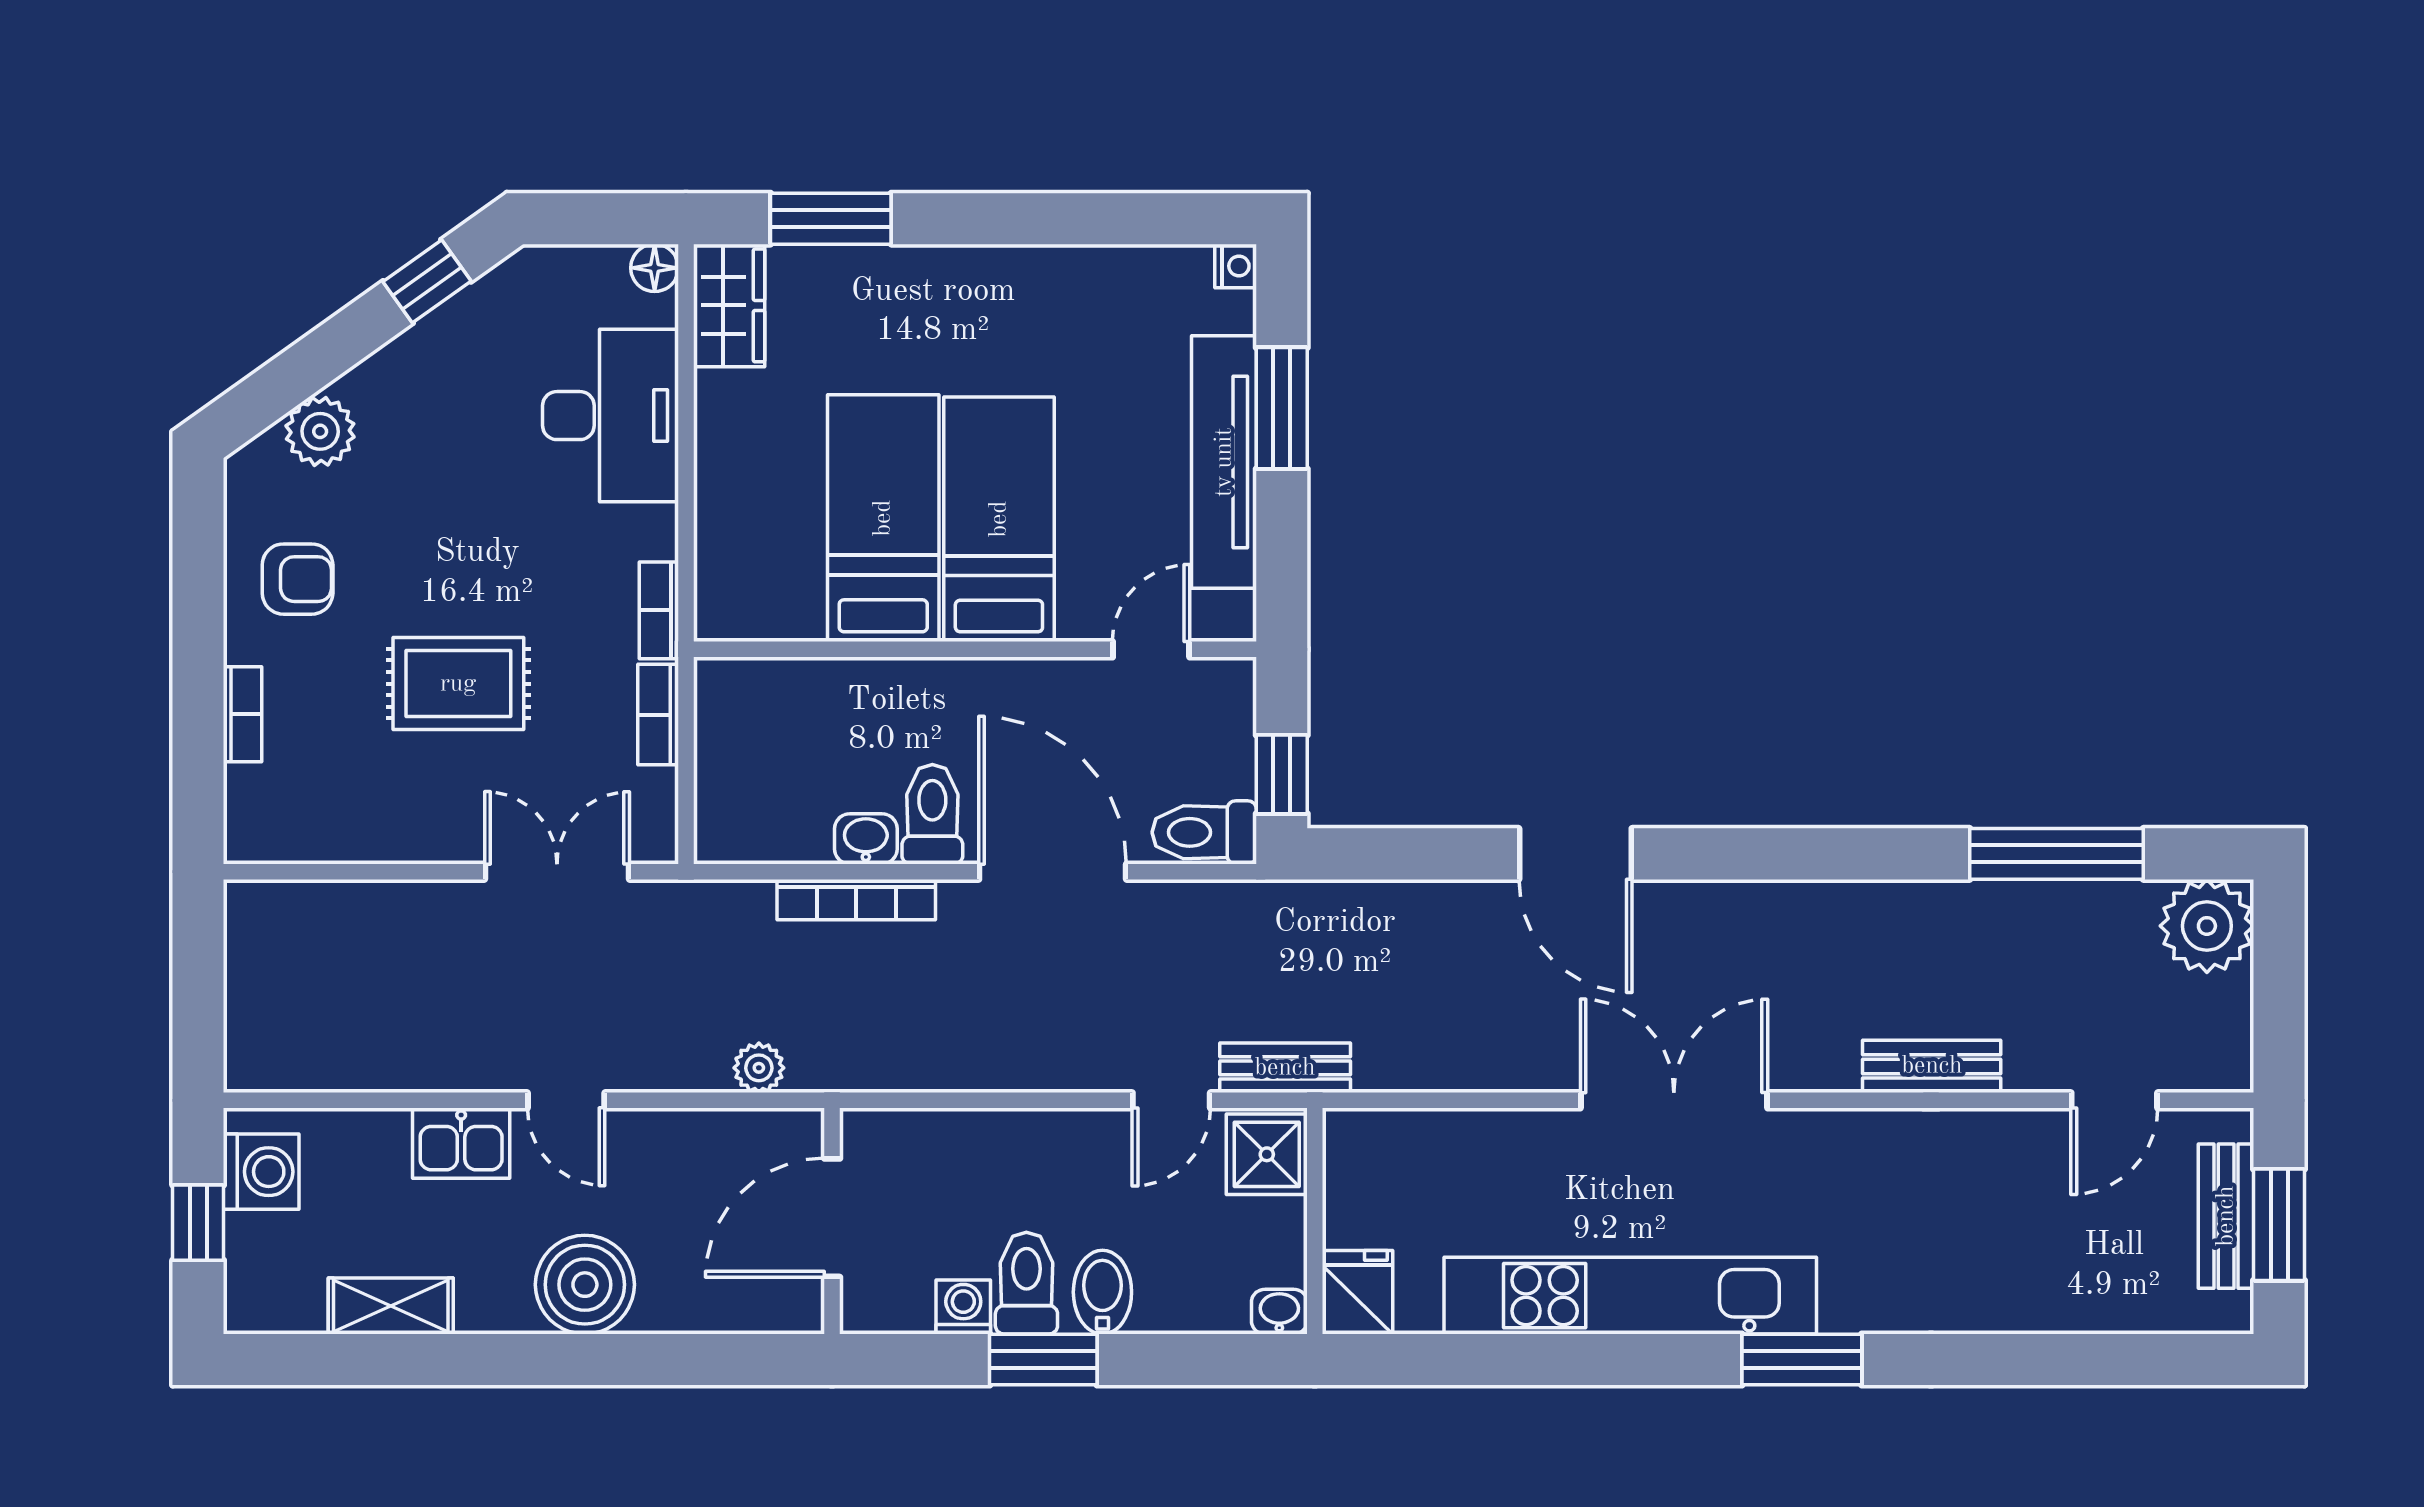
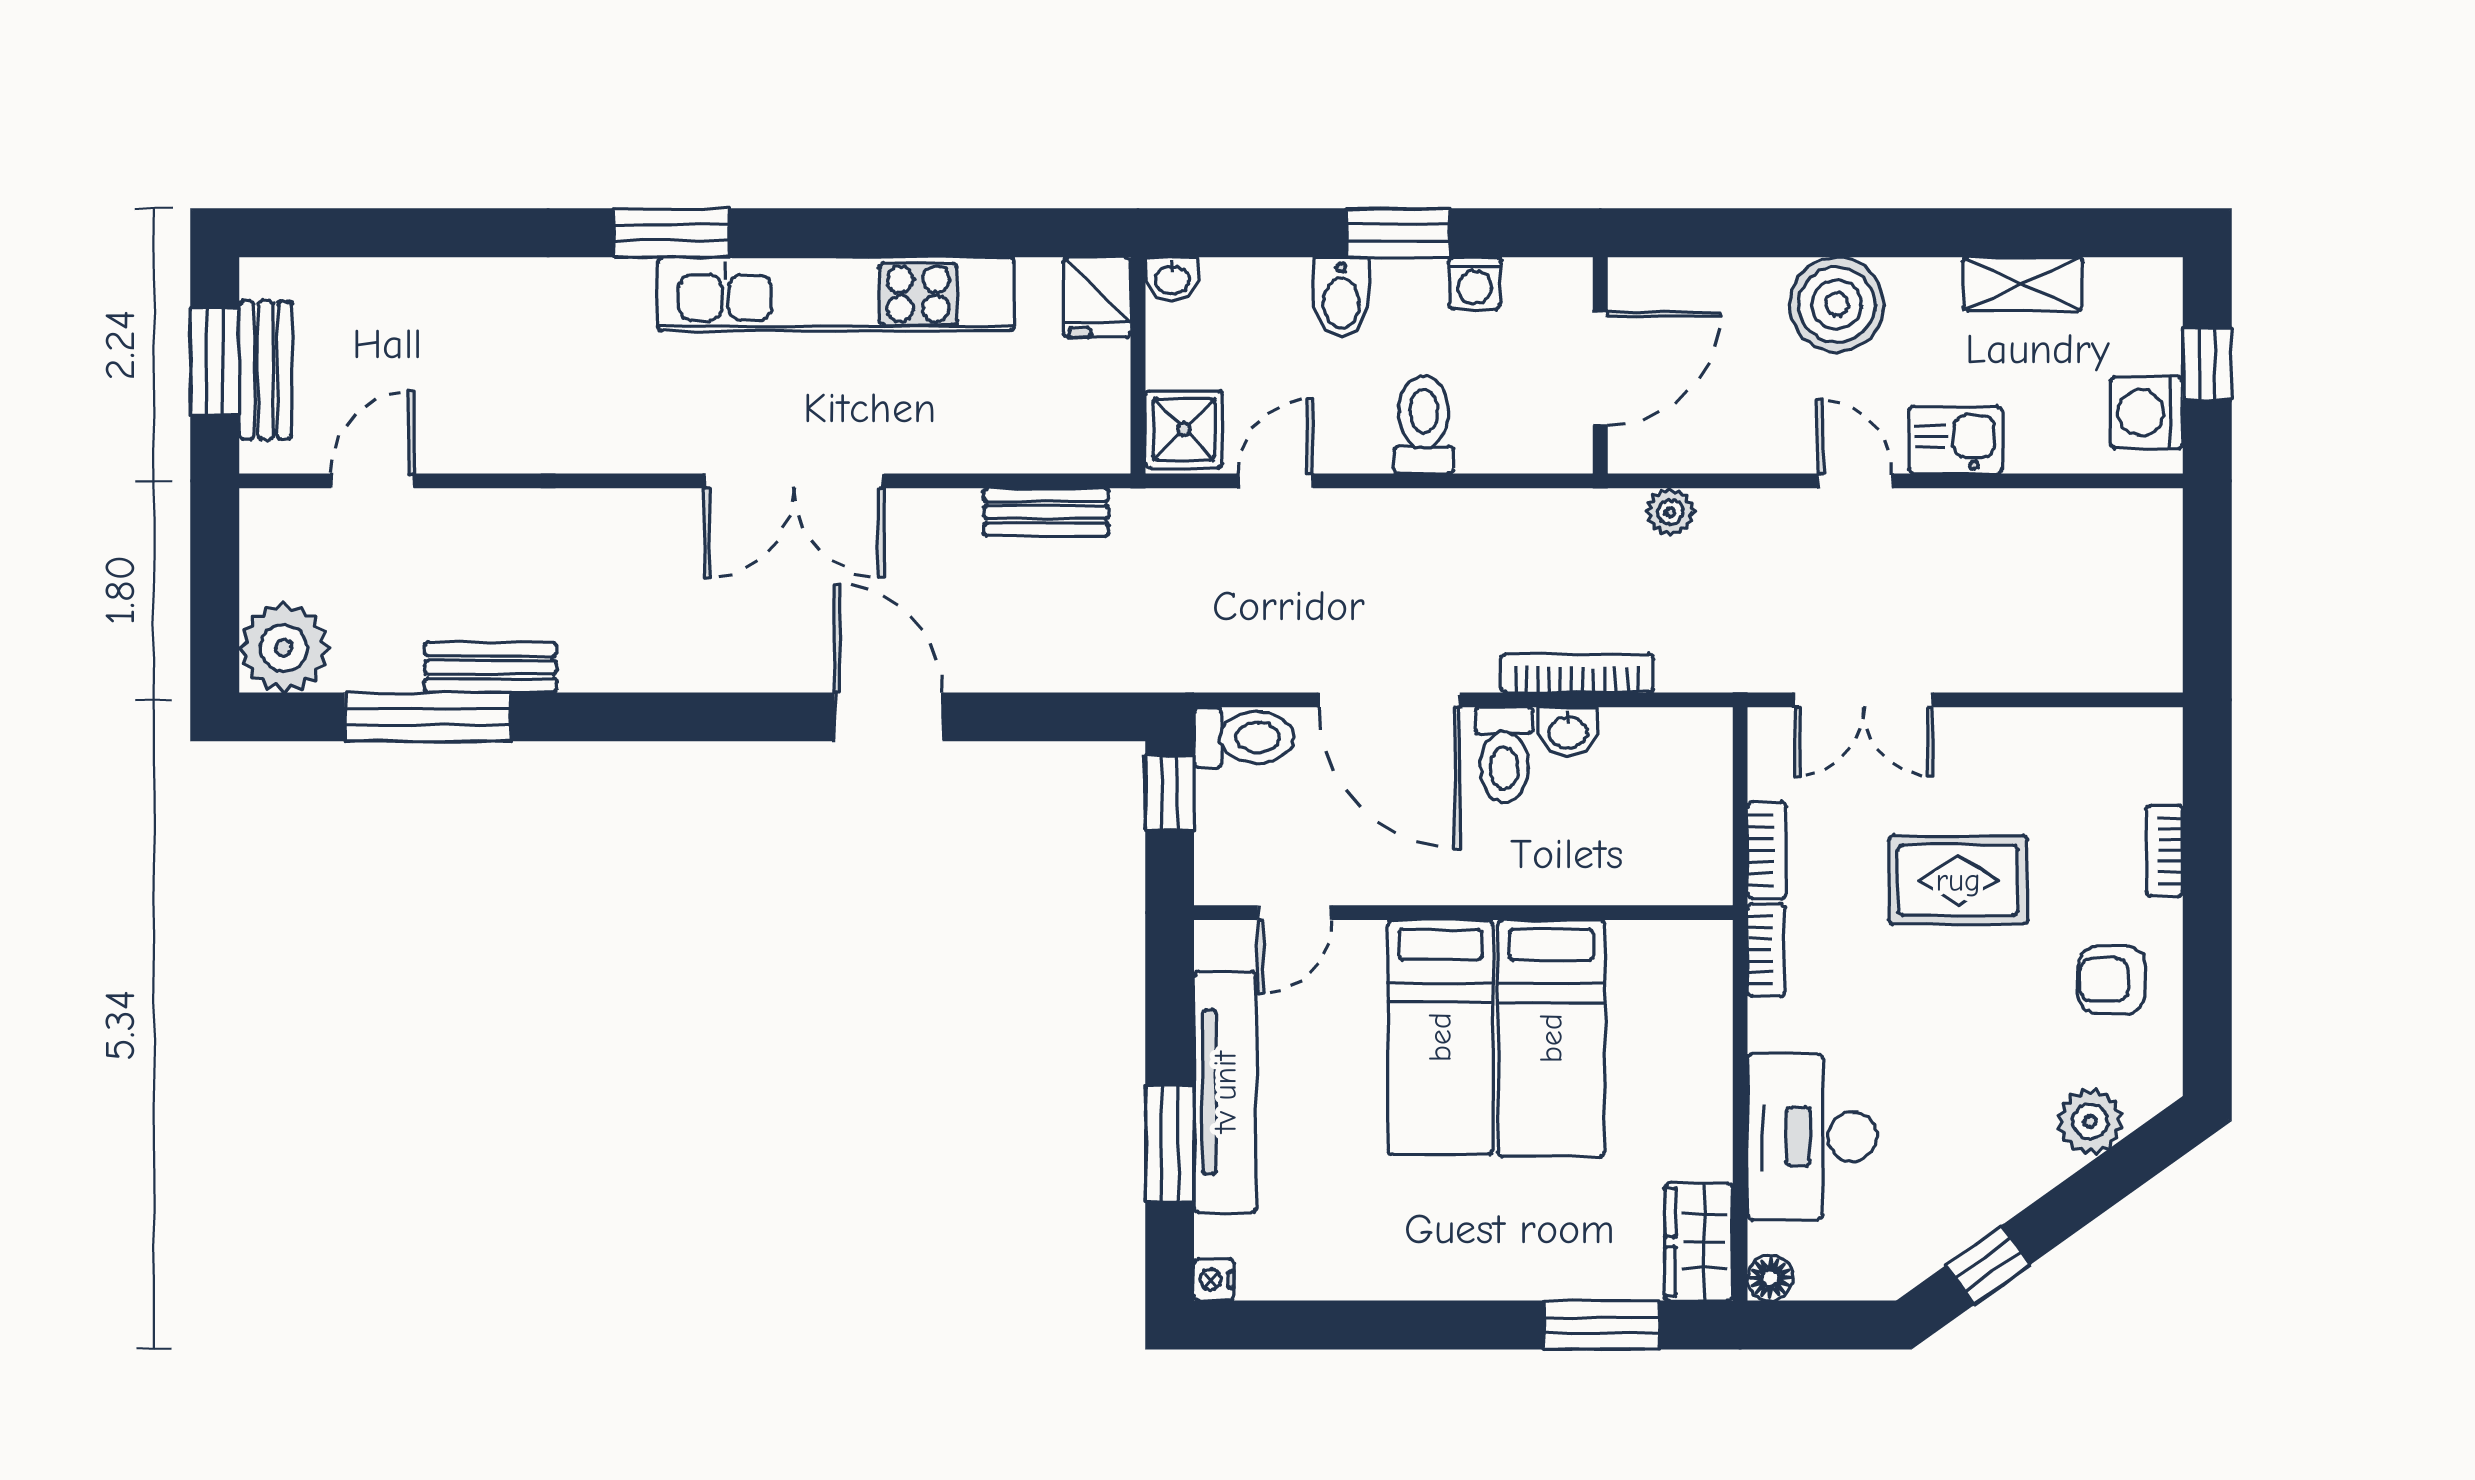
bench: (1932, 1066) -> (491, 667), moved
bench: (1285, 1068) -> (1046, 512), moved
toilet: (1026, 1283) -> (1424, 425), moved, turned 180

